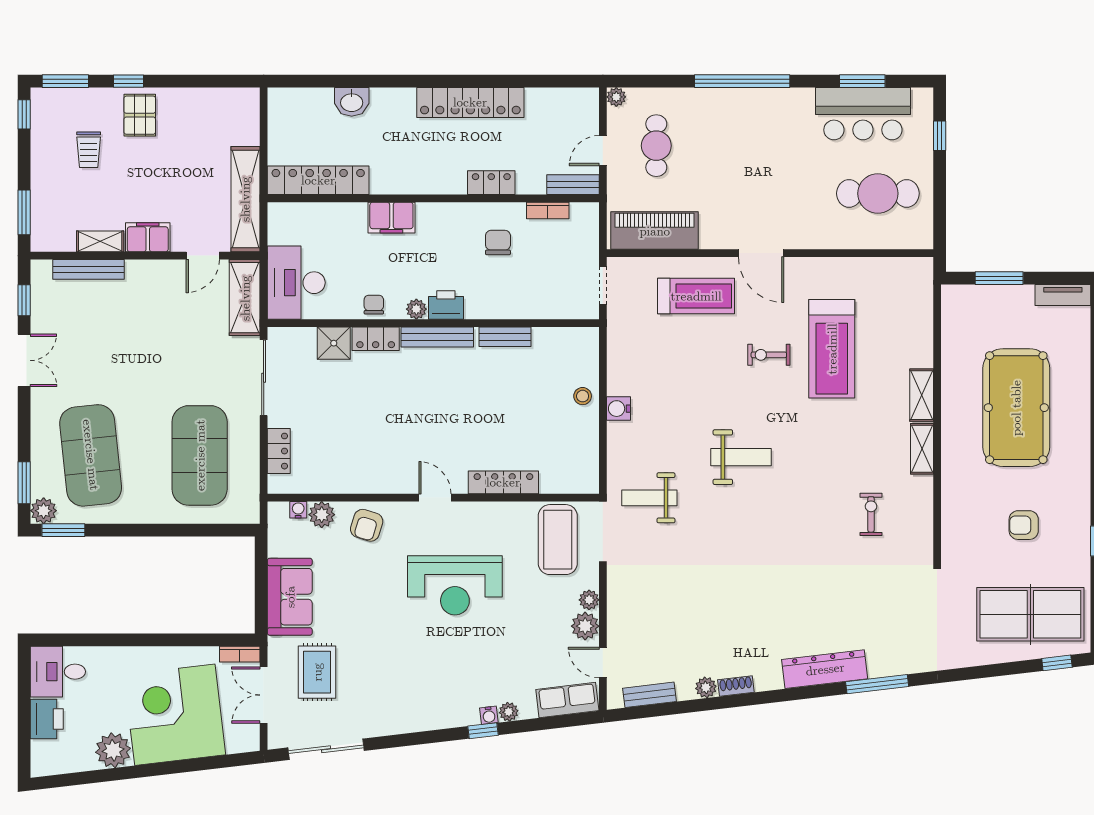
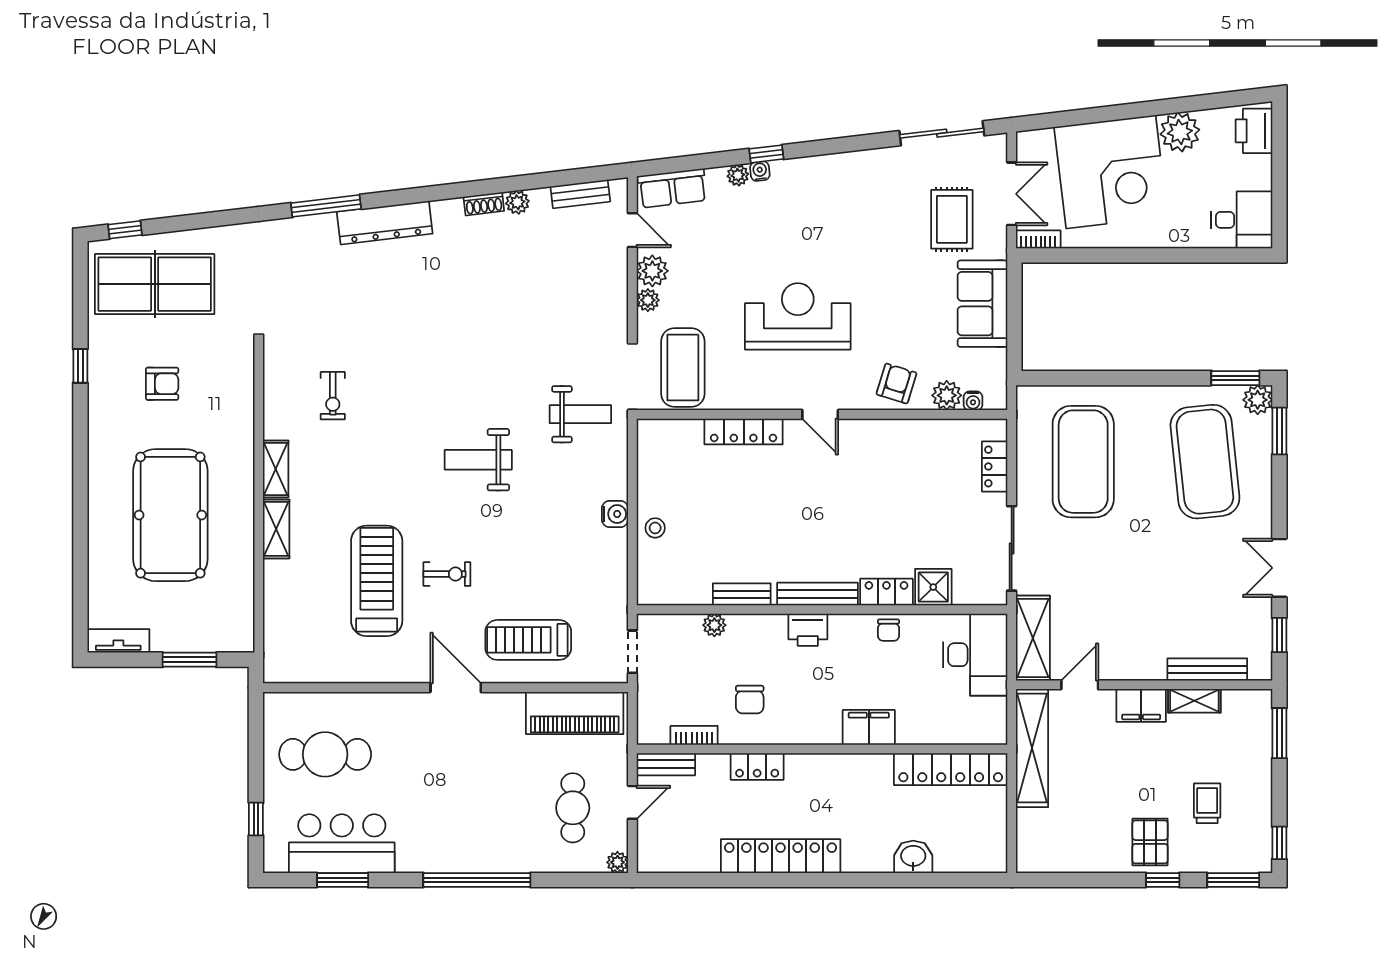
plant: (416, 309) -> (714, 625), moved
printer: (47, 719) -> (1254, 131), moved

